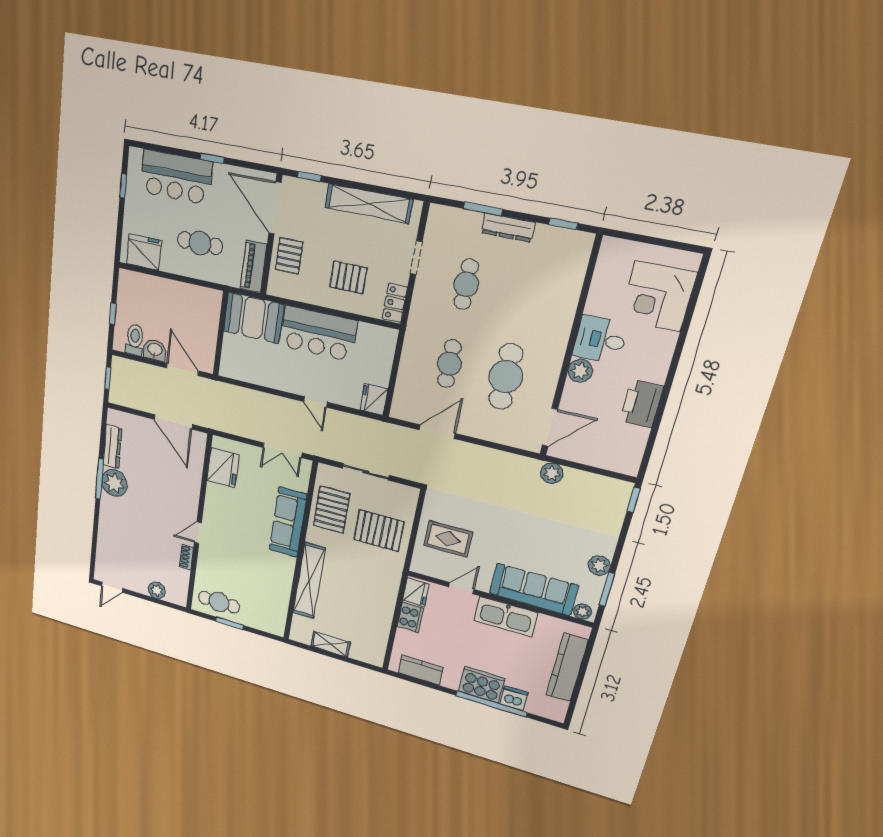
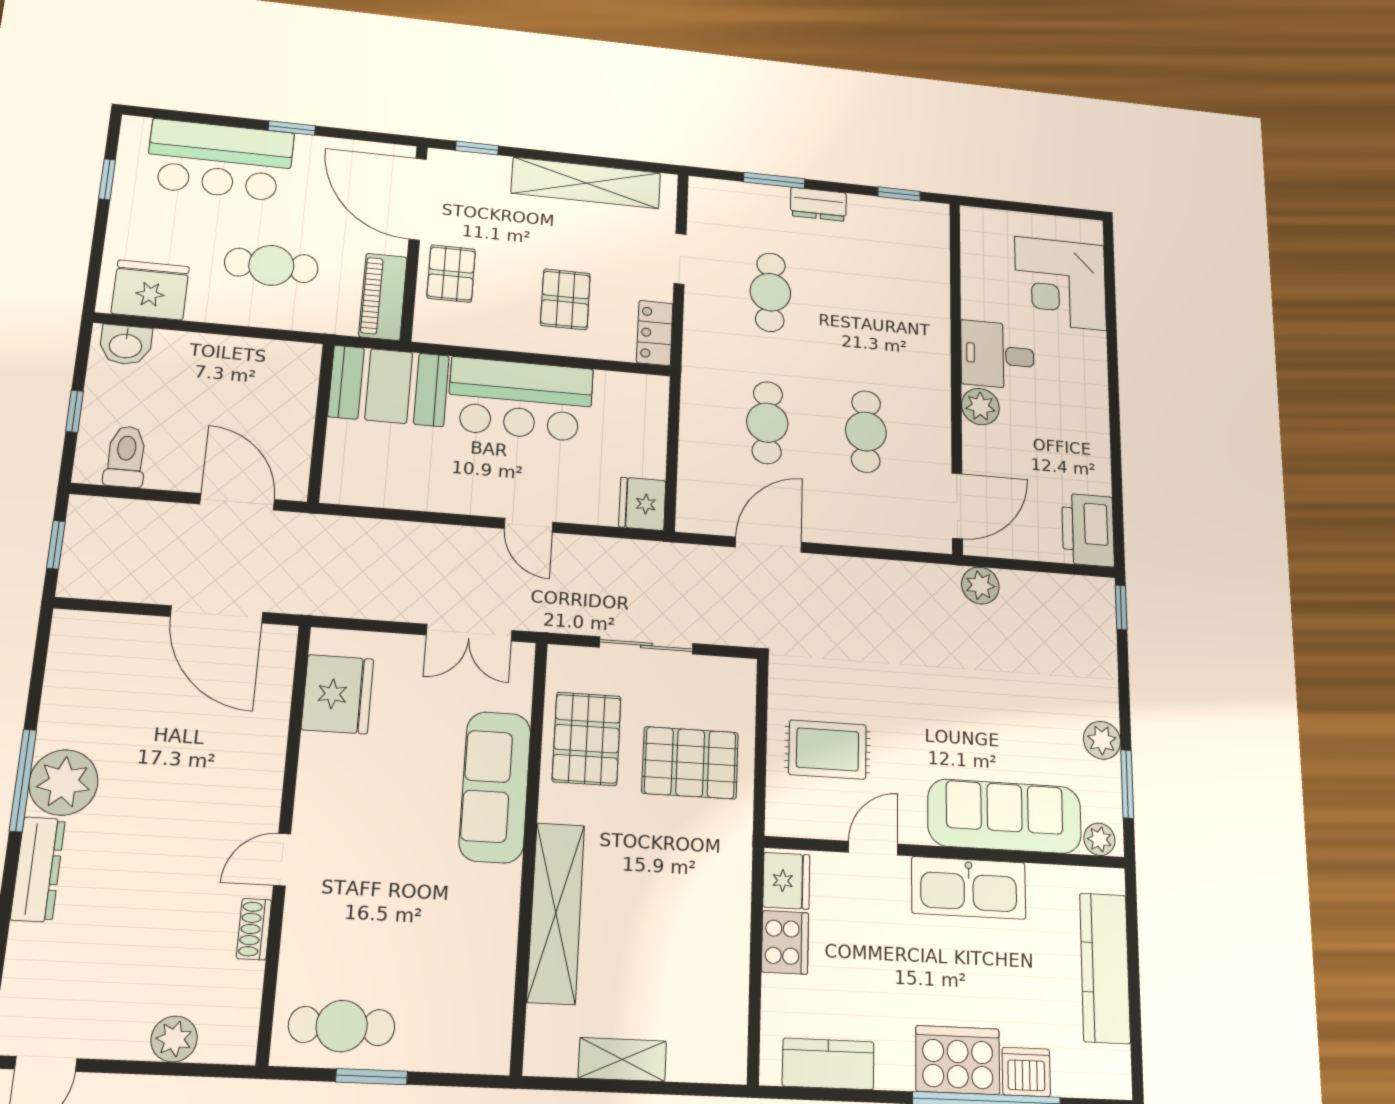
dresser: (508, 228) -> (818, 204), width x0.70
pallet: (348, 277) -> (565, 299), turned 90
washbasin: (155, 350) -> (126, 345), moved, turned 180
cafe table: (506, 377) -> (866, 431), width x0.73, depth x0.74
printer: (642, 404) -> (1088, 530), moved
dresser: (112, 447) -> (38, 869), moved

